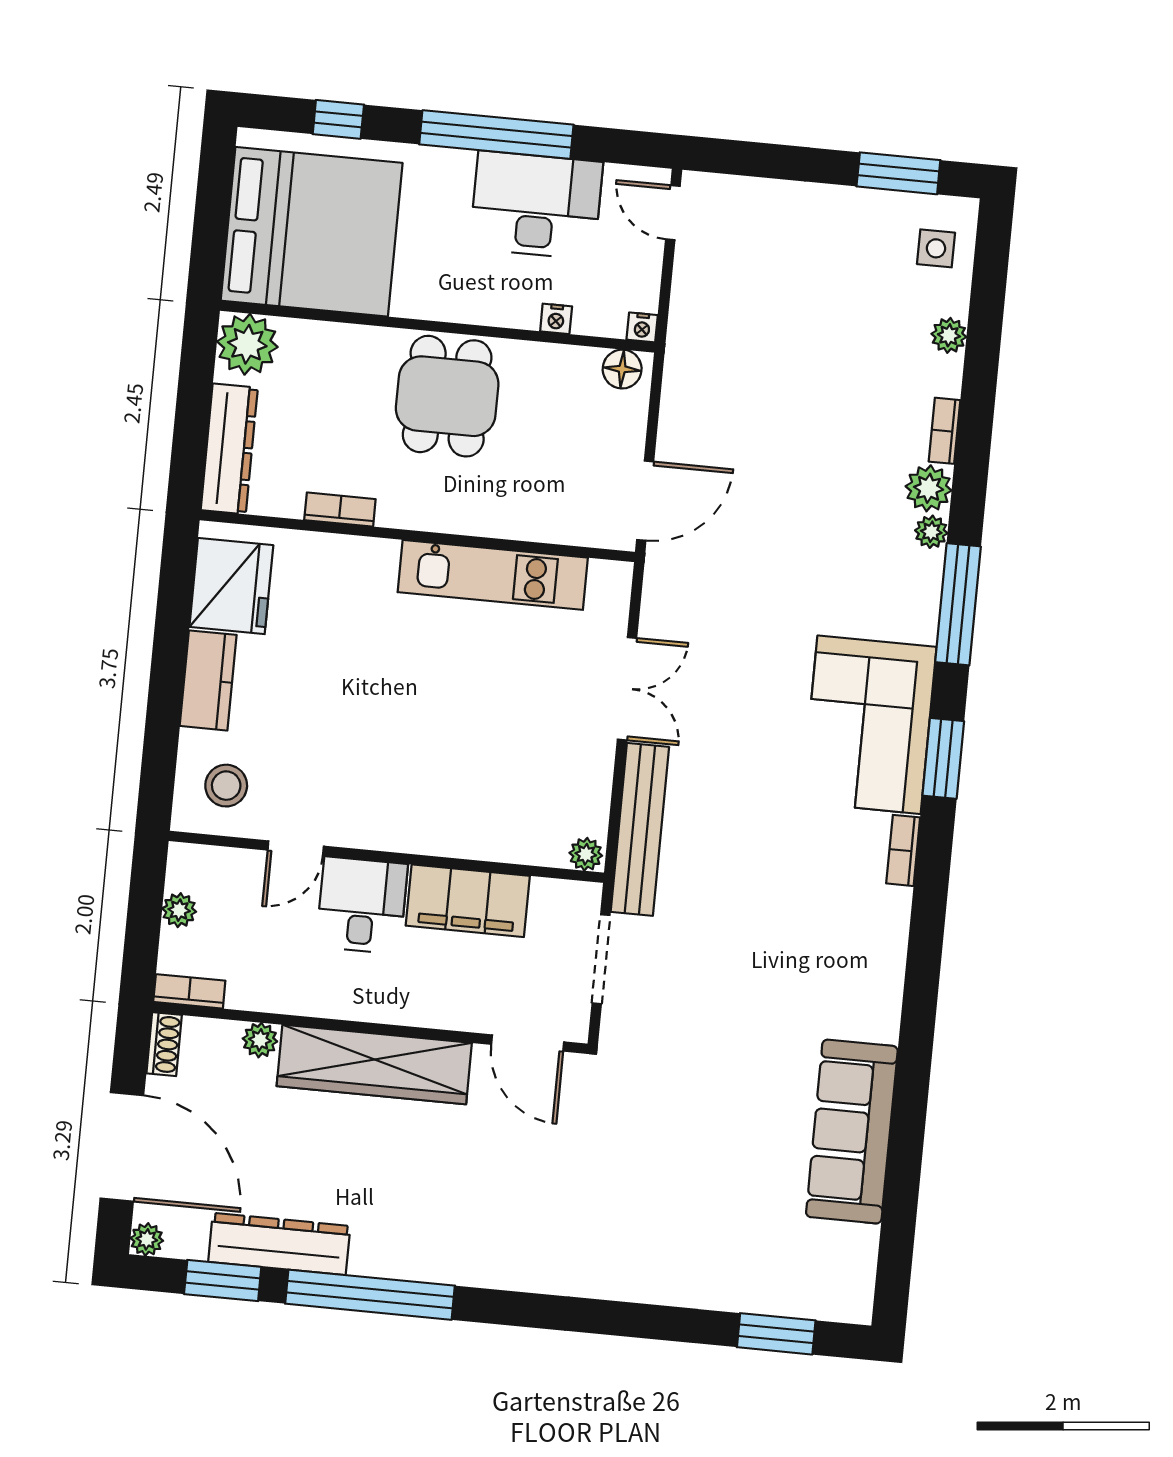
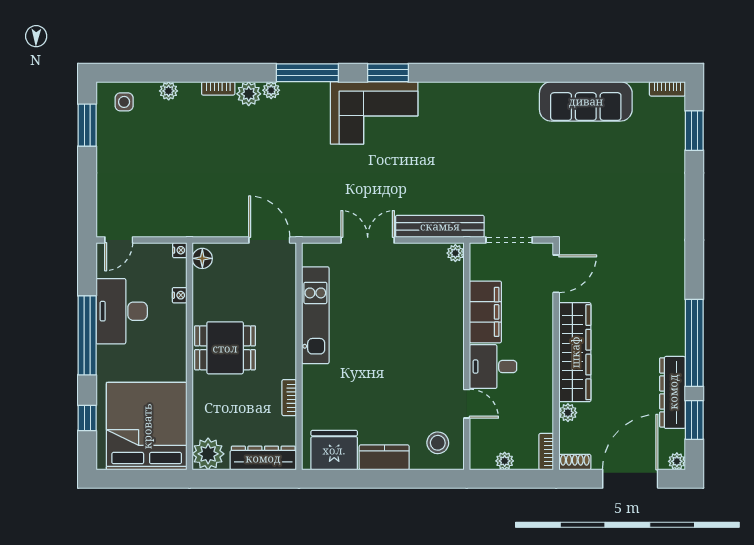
bookcase: (903, 850) -> (667, 89), moved

